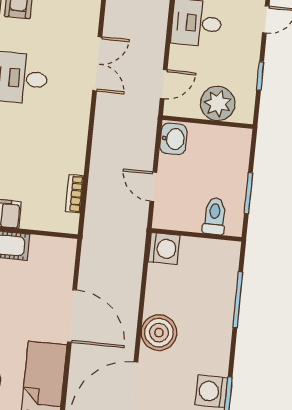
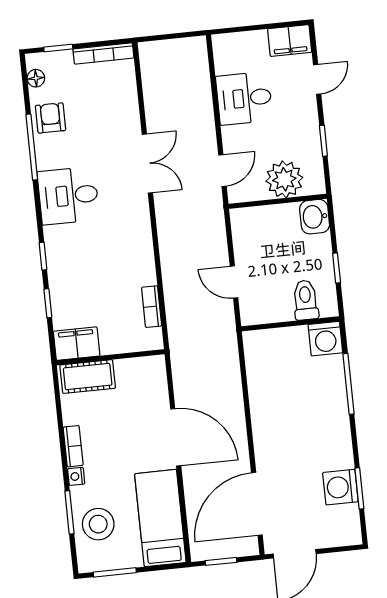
washbasin: (173, 139) -> (315, 217), moved, turned 180
window: (248, 193) -> (337, 268), width x0.67
washing machine: (164, 249) -> (325, 339), moved, turned 90
boiler: (159, 333) -> (272, 436), removed

